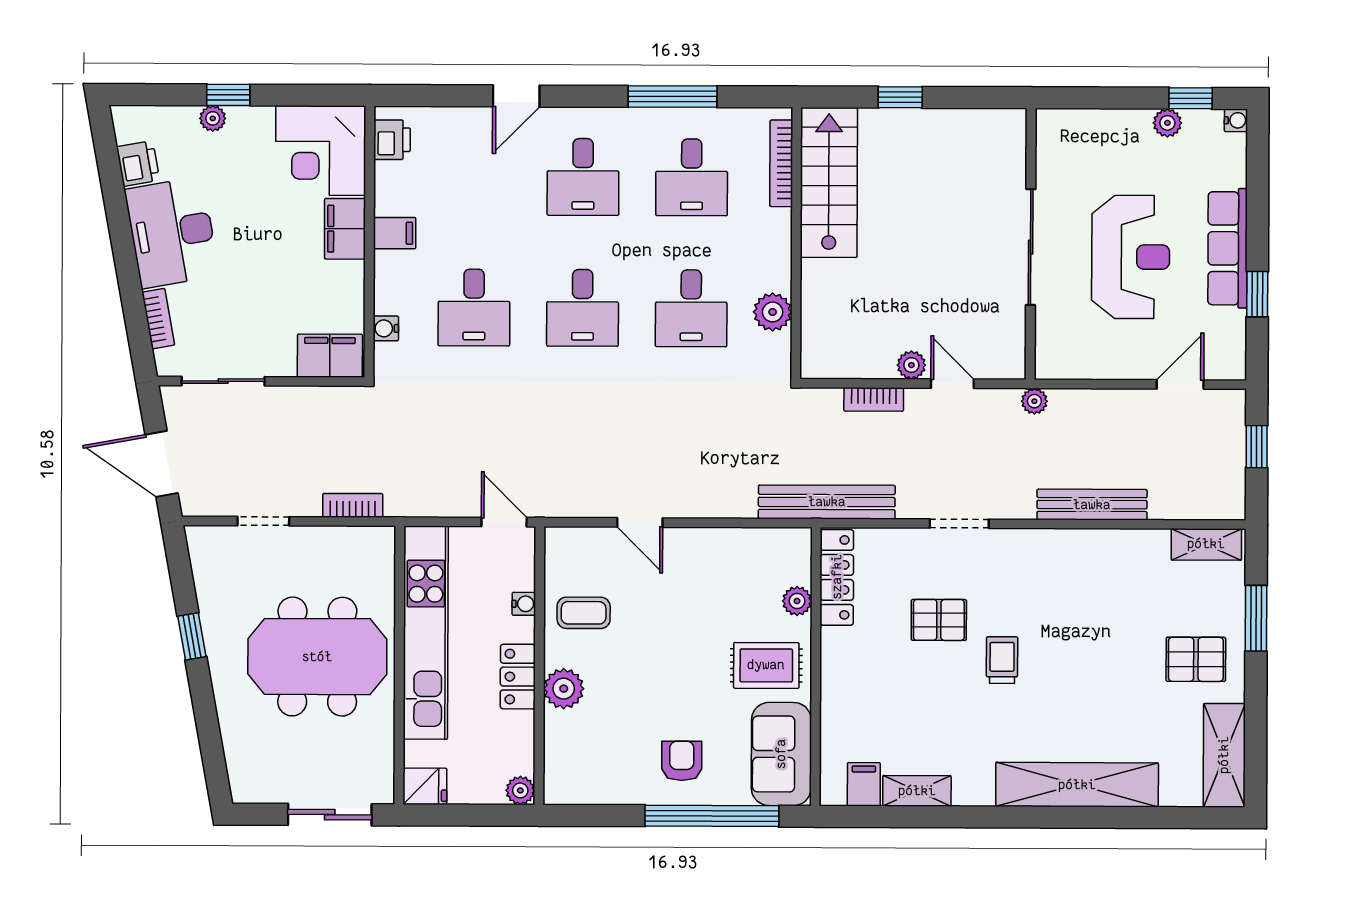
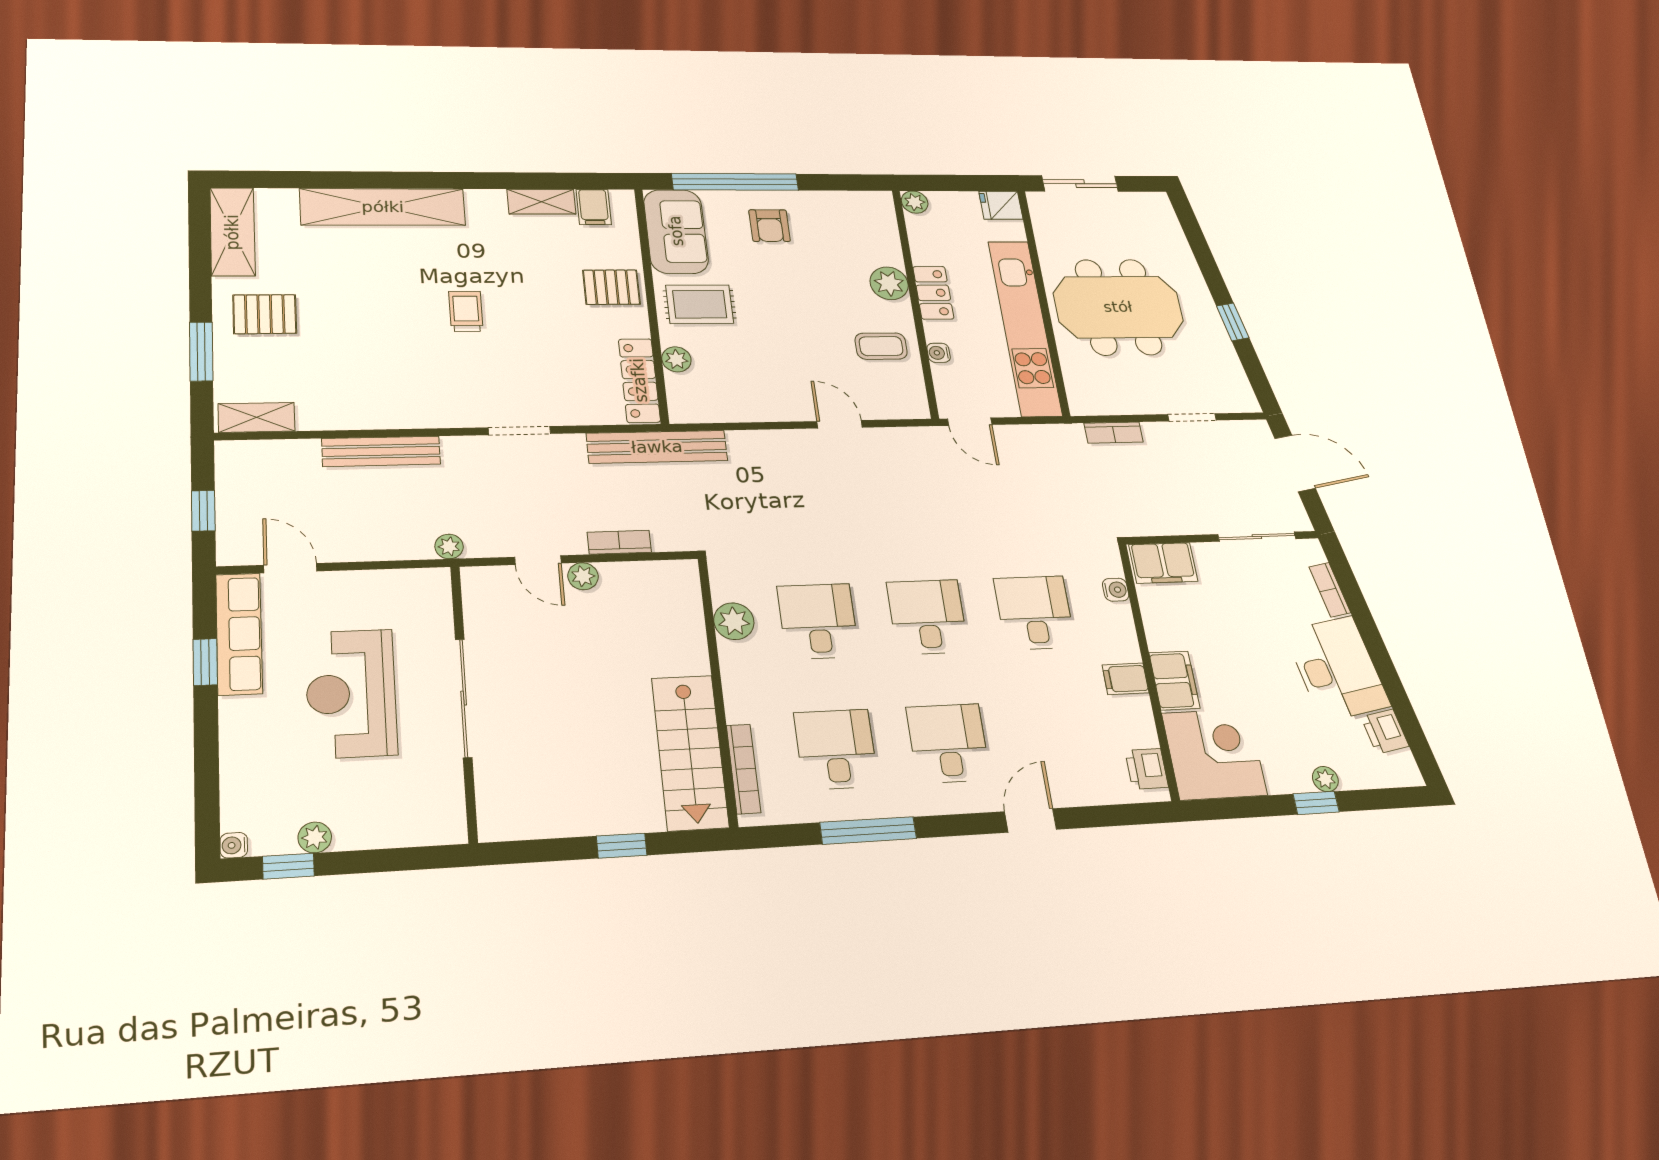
row of seats: (1227, 248) -> (239, 634), moved
door: (1180, 384) -> (290, 568), swing flipped
pallet: (939, 620) -> (611, 287), moved
trolley: (1002, 660) -> (466, 311), turned 180

